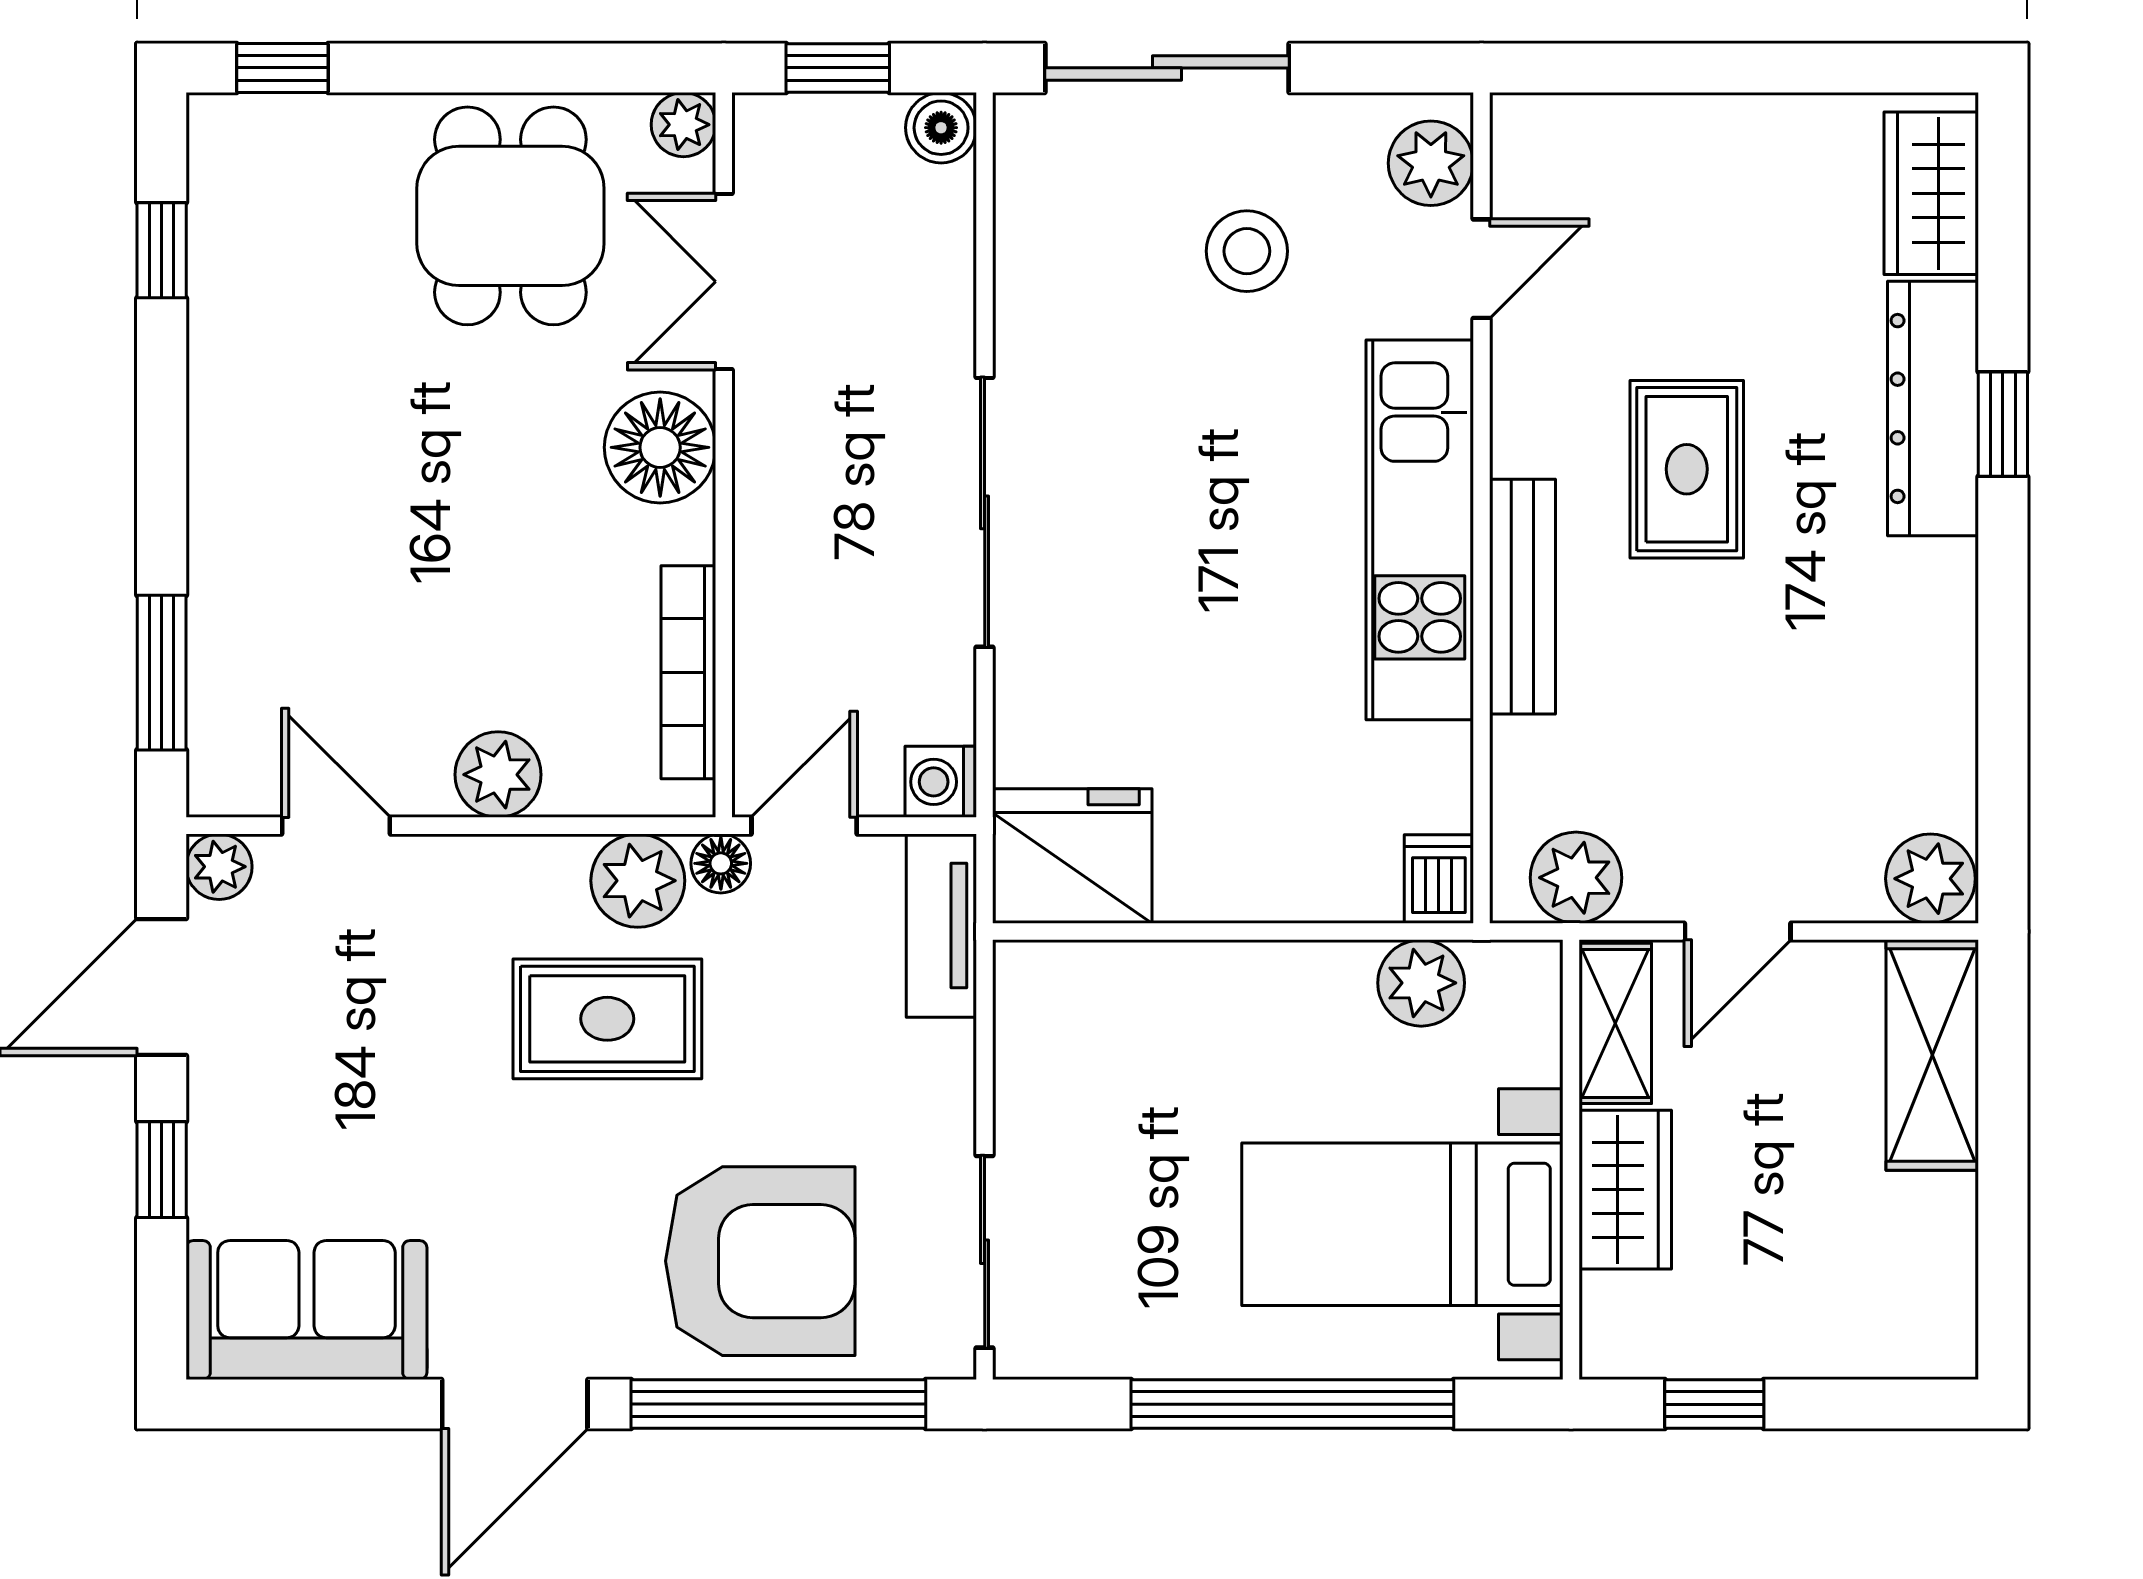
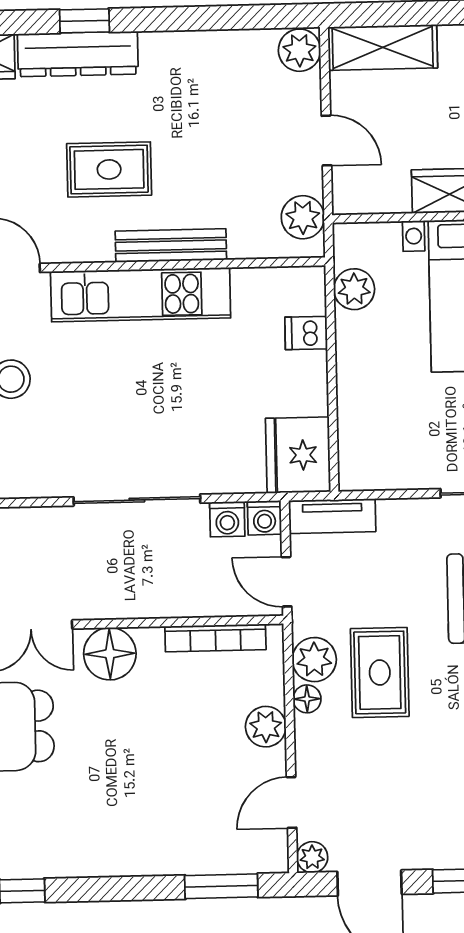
washing machine: (940, 703) -> (227, 519), added
floor lamp: (721, 863) -> (307, 699), moved
dishwasher: (1439, 879) -> (306, 333), moved
shelving: (1615, 1023) -> (371, 197), removed

